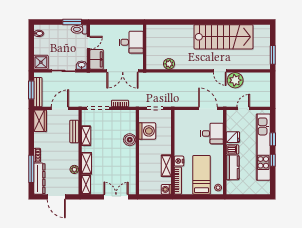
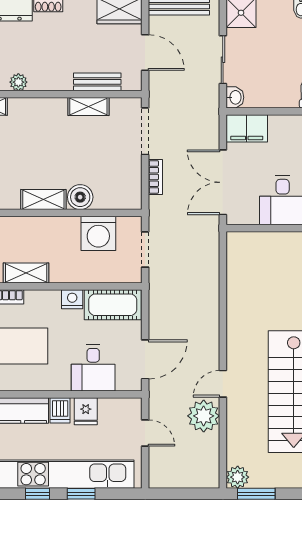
door: (88, 43) -> (281, 111), removed
plant: (169, 64) -> (238, 477), moved
cot: (182, 124) -> (113, 305), added
nightstand: (179, 161) -> (72, 299), moved
shelving: (87, 163) -> (43, 200), moved

